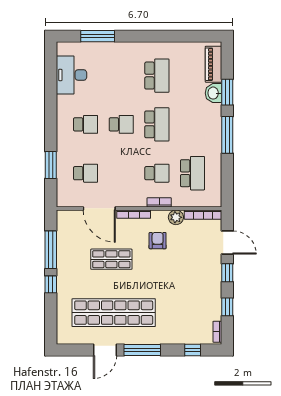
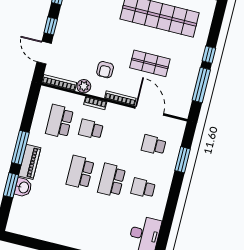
piano: (214, 64) -> (30, 162), moved
school desk: (157, 76) -> (69, 215), removed
school desk: (121, 124) -> (112, 180), width x1.85

